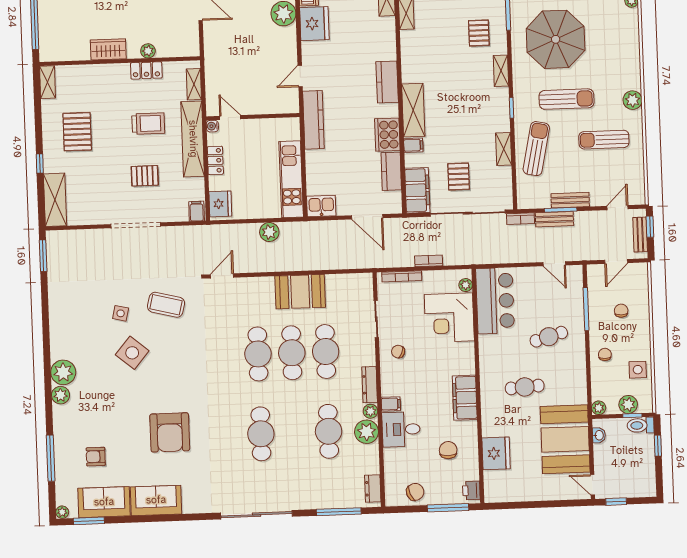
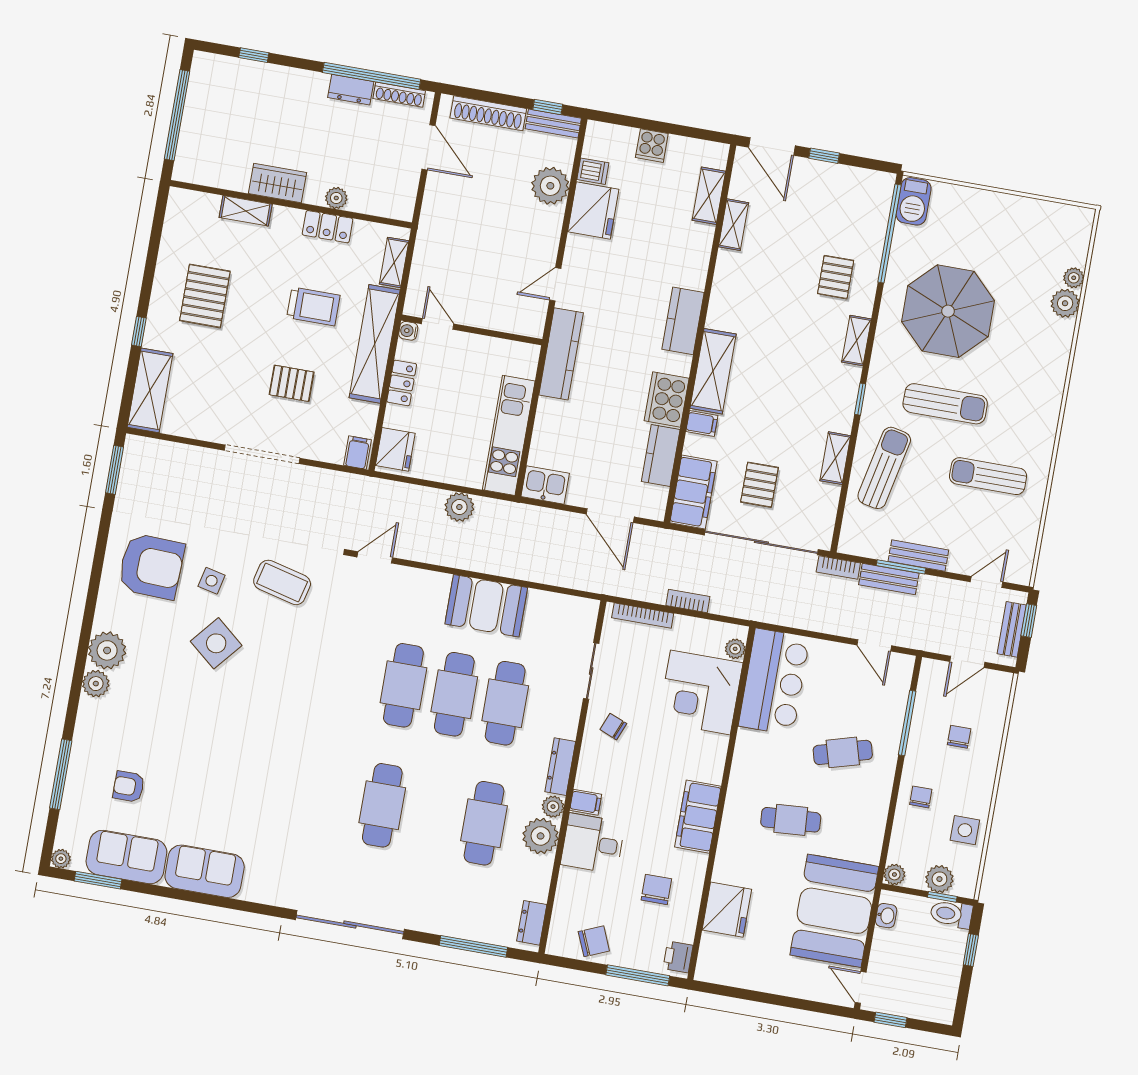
shelving: (48, 82) -> (246, 211), moved, turned 90
plant: (633, 100) -> (1065, 303), moved
armchair: (170, 432) -> (151, 566), moved, turned -88

